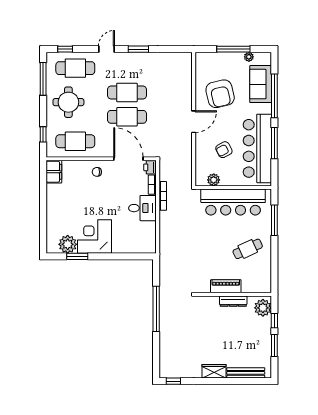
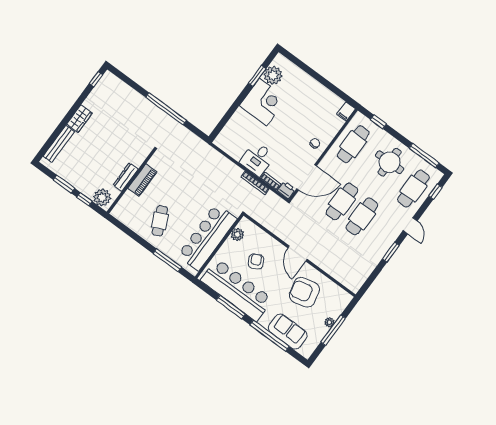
plant: (249, 57) -> (329, 322), moved
filing cabinet: (54, 172) -> (346, 111), width x0.50

